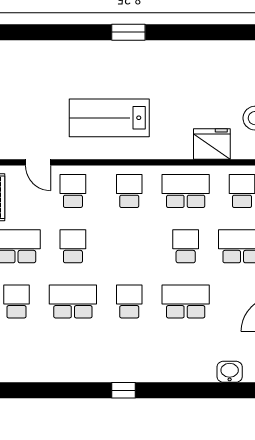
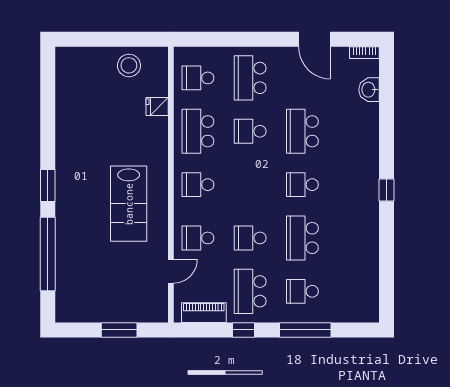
window: (56, 32) -> (48, 254), added
fridge: (212, 144) -> (157, 106), width x0.53, depth x0.75

